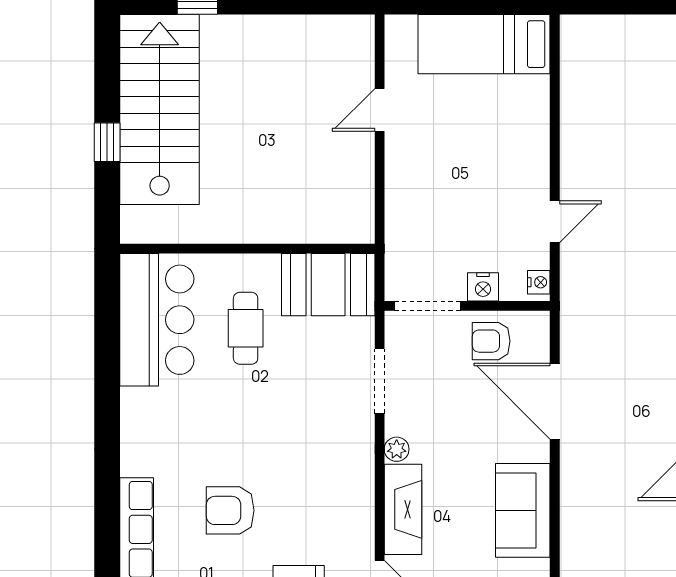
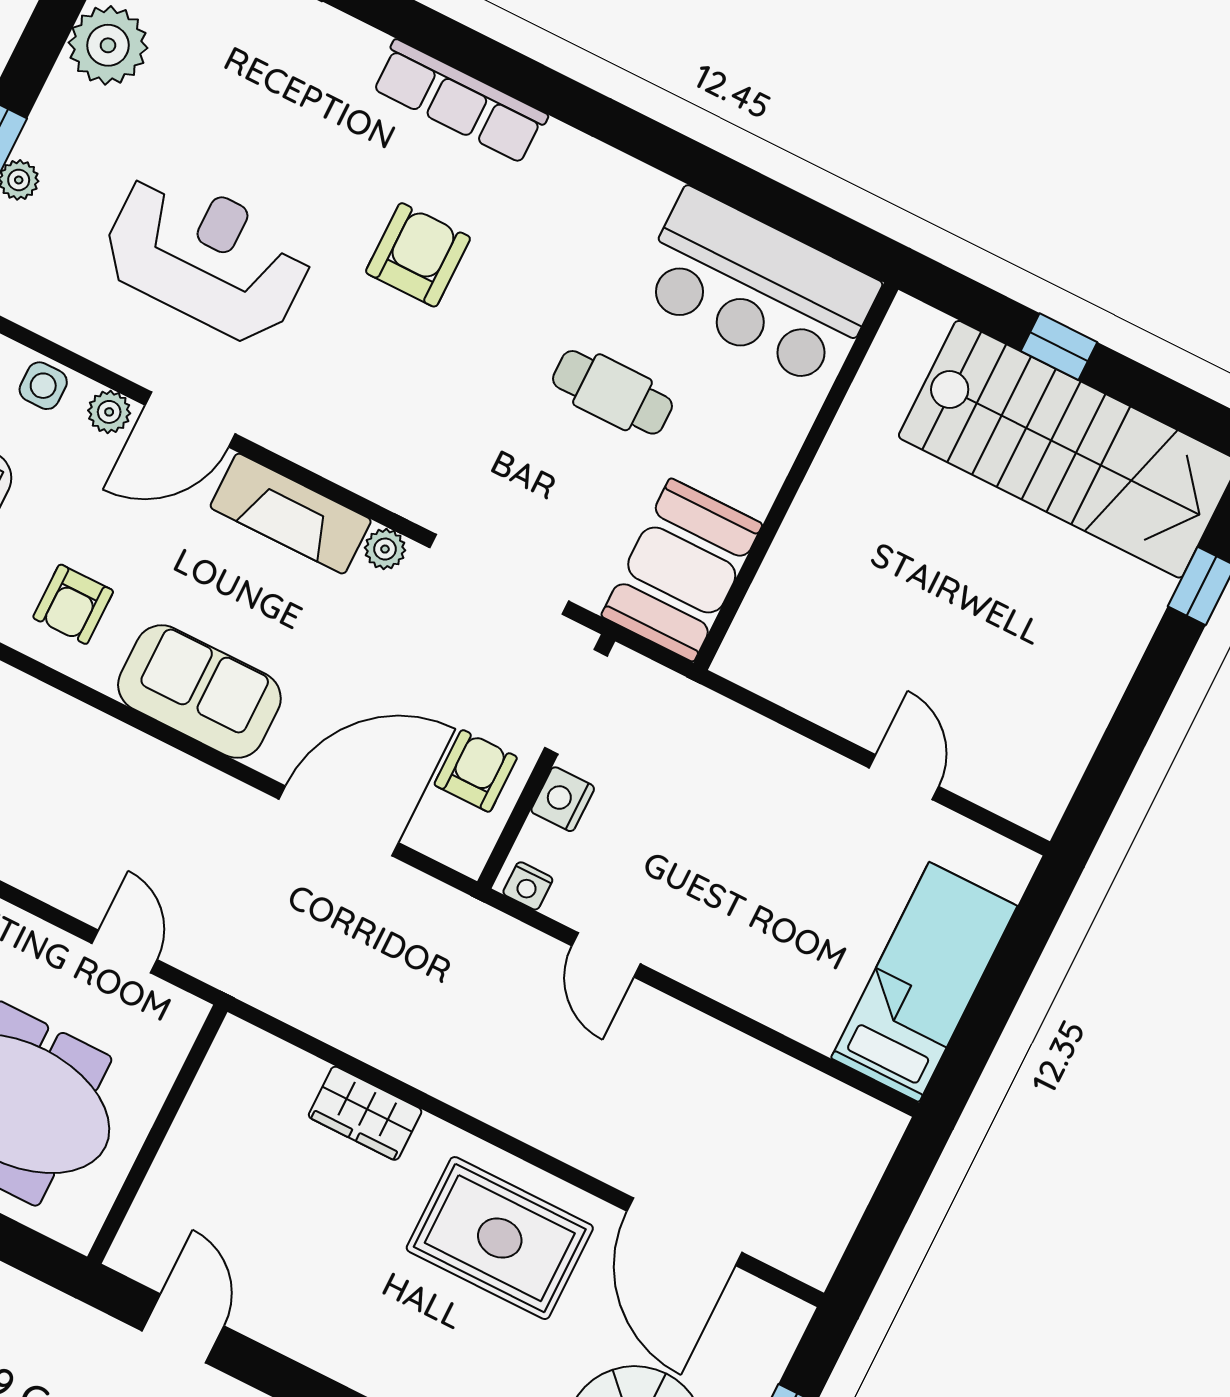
cafe table: (246, 328) -> (612, 392), moved
doorway: (380, 381) -> (499, 574), width x1.36

